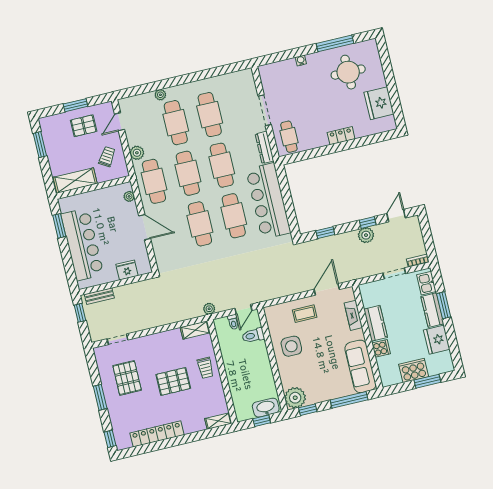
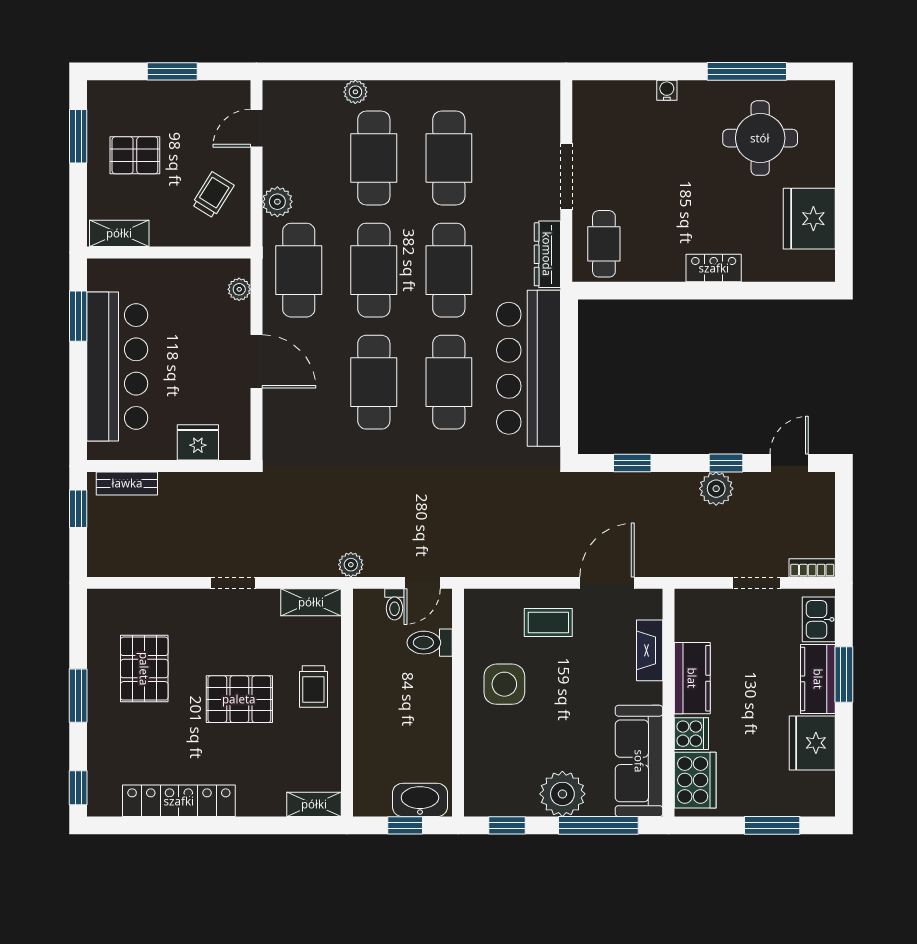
pallet: (84, 126) -> (135, 155), moved
shelving: (75, 180) -> (119, 233), width x0.67, depth x0.75
doorway: (117, 339) -> (233, 583), moved
cooker: (414, 370) -> (695, 780), moved, turned 90
plant: (295, 398) -> (562, 794), moved

